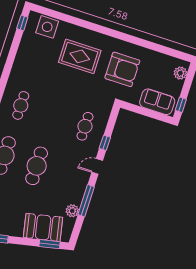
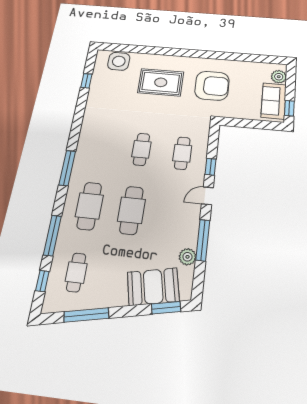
window: (22, 23) -> (86, 81), moved
sofa: (157, 102) -> (274, 101), moved, turned -90
cafe table: (21, 105) -> (141, 149), moved

